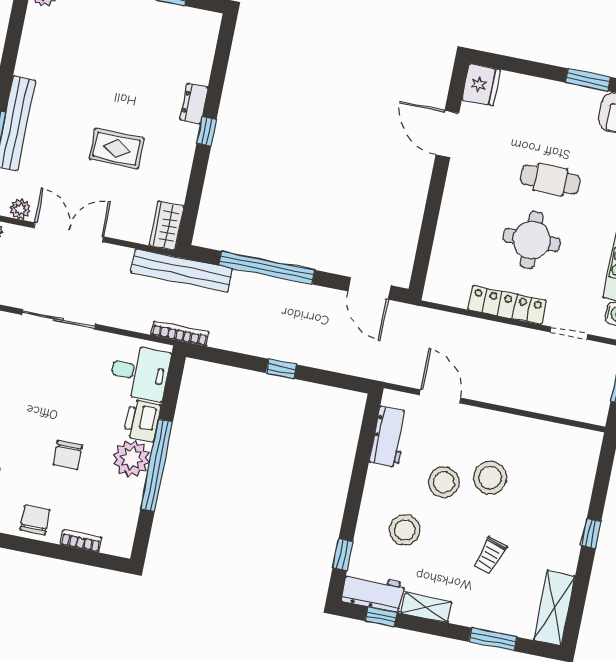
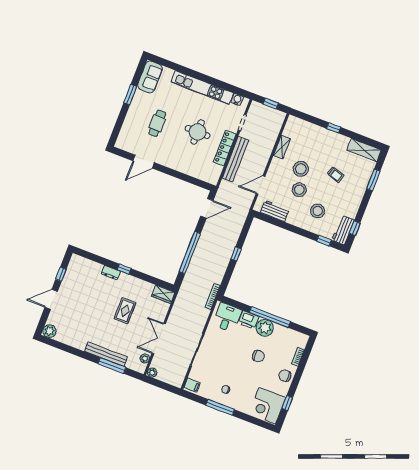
fridge: (481, 85) -> (124, 143), removed
cafe table: (550, 180) -> (157, 123), moved
bench: (182, 271) -> (235, 159), moved
shelving: (426, 608) -> (282, 147), moved

